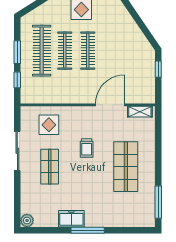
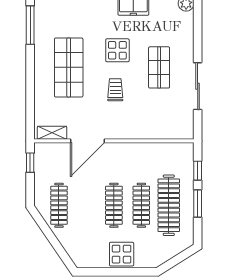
clothes rail: (134, 51) -> (59, 205), added
window: (158, 69) -> (30, 163), moved
display table: (49, 125) -> (117, 50), moved

